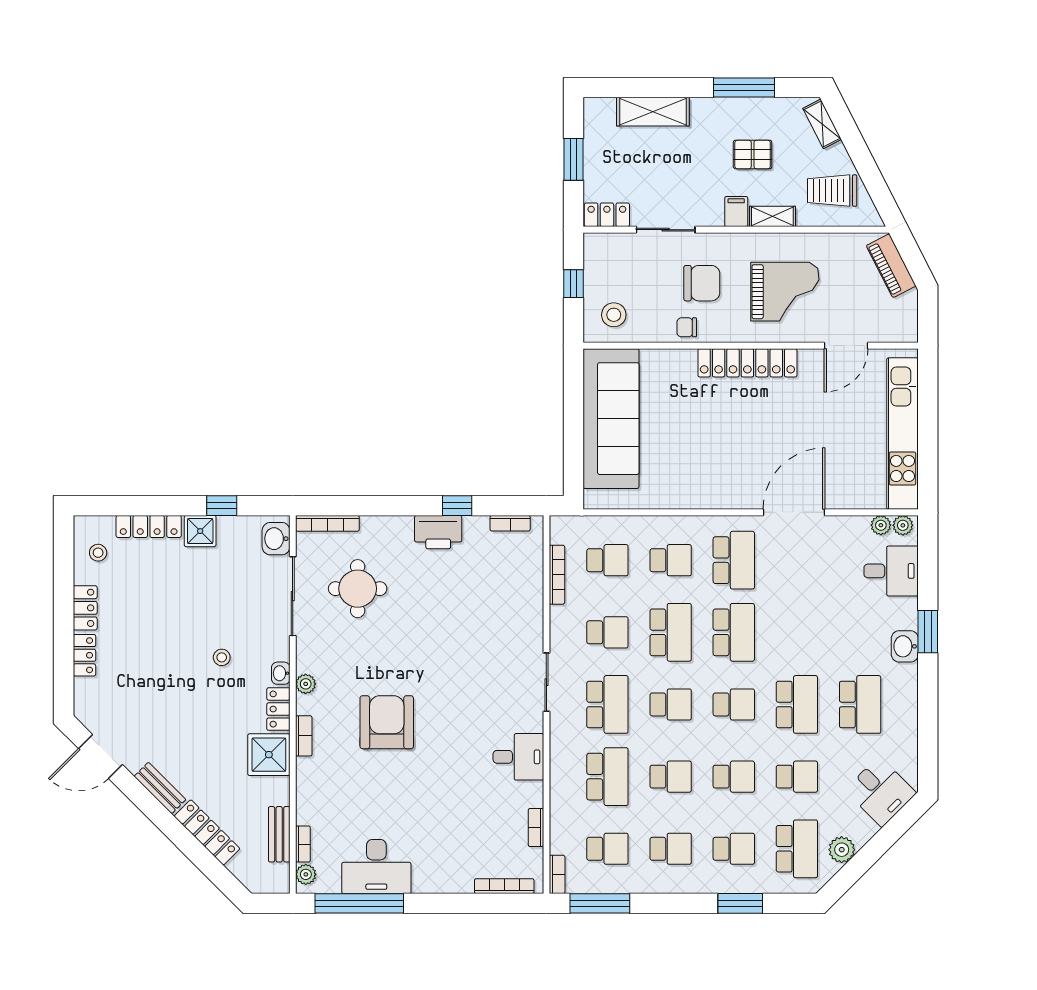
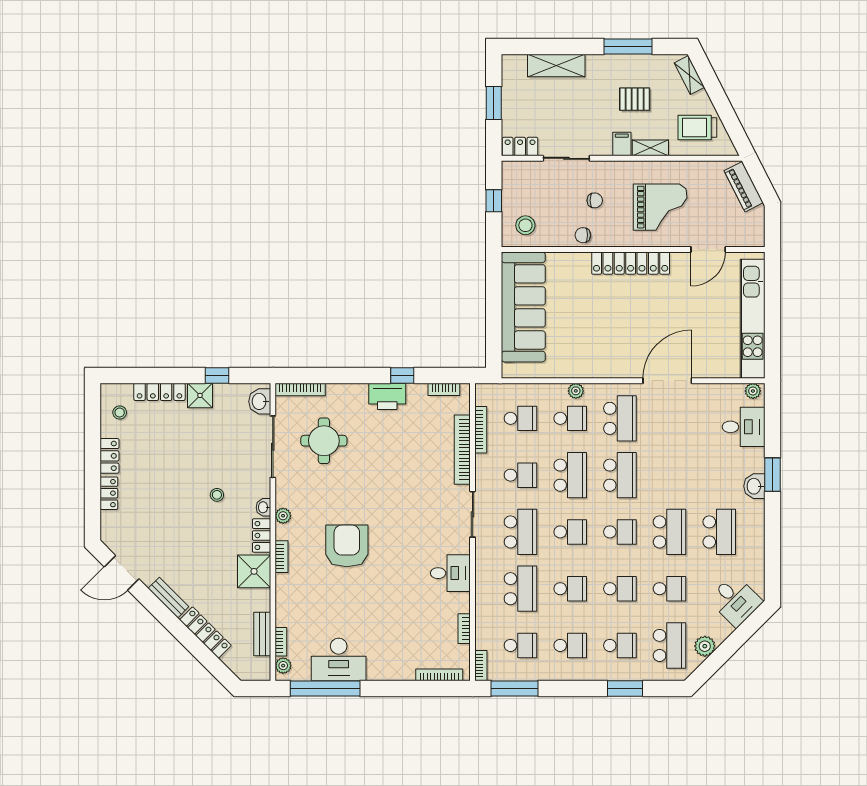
chair: (702, 283) -> (595, 200), width x0.54, depth x0.54
plant: (881, 525) -> (576, 391), moved
bookcase: (534, 600) -> (462, 450), added

